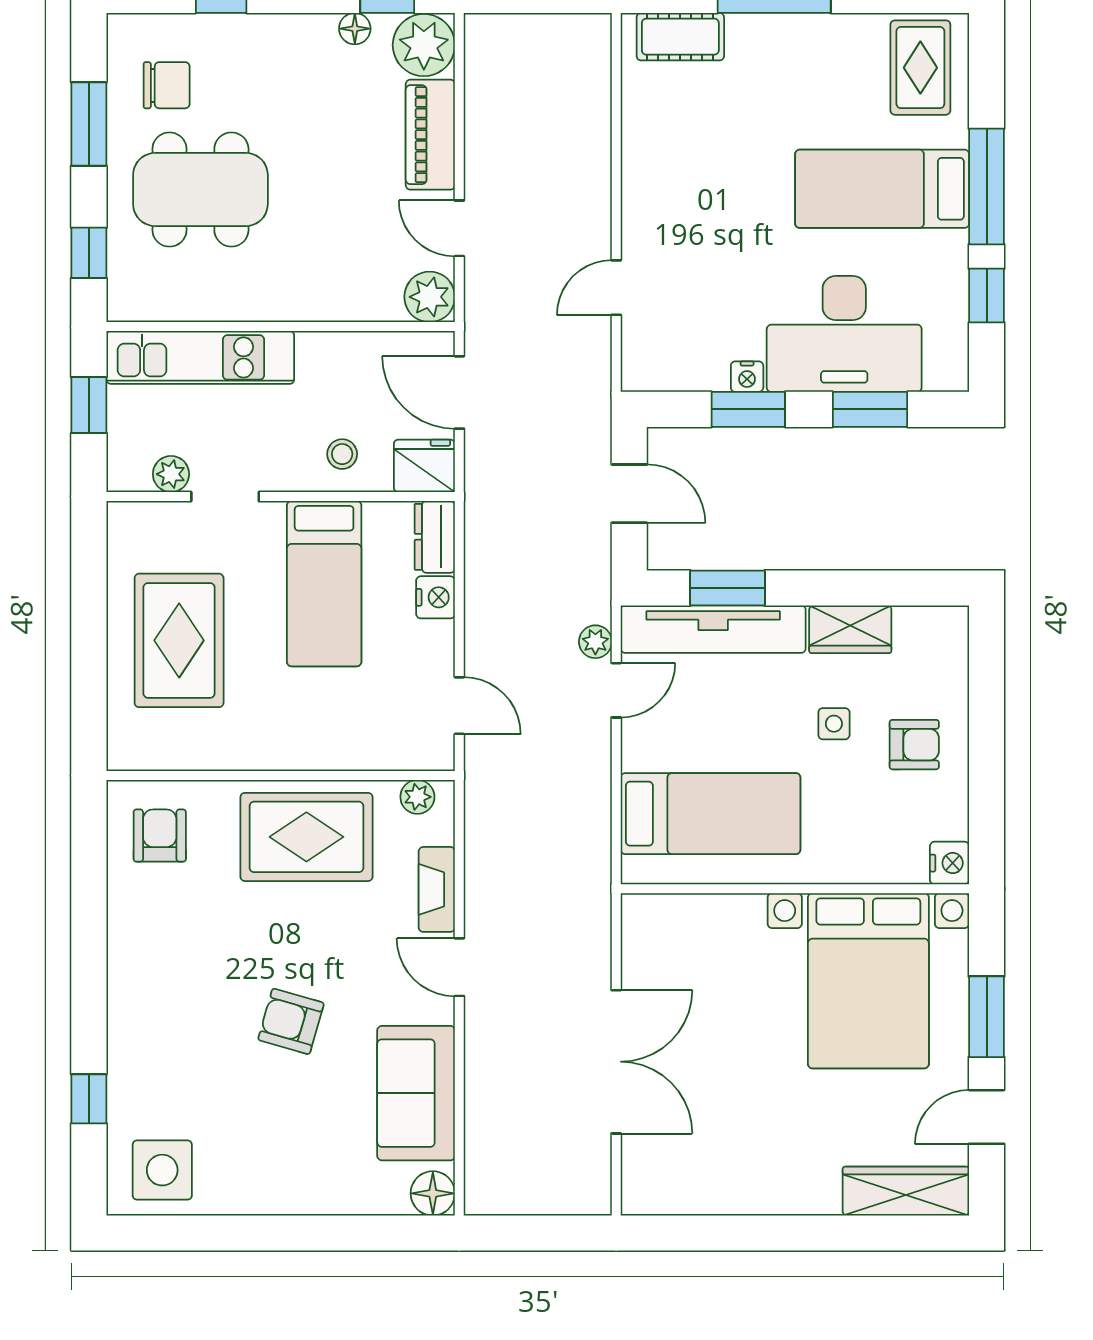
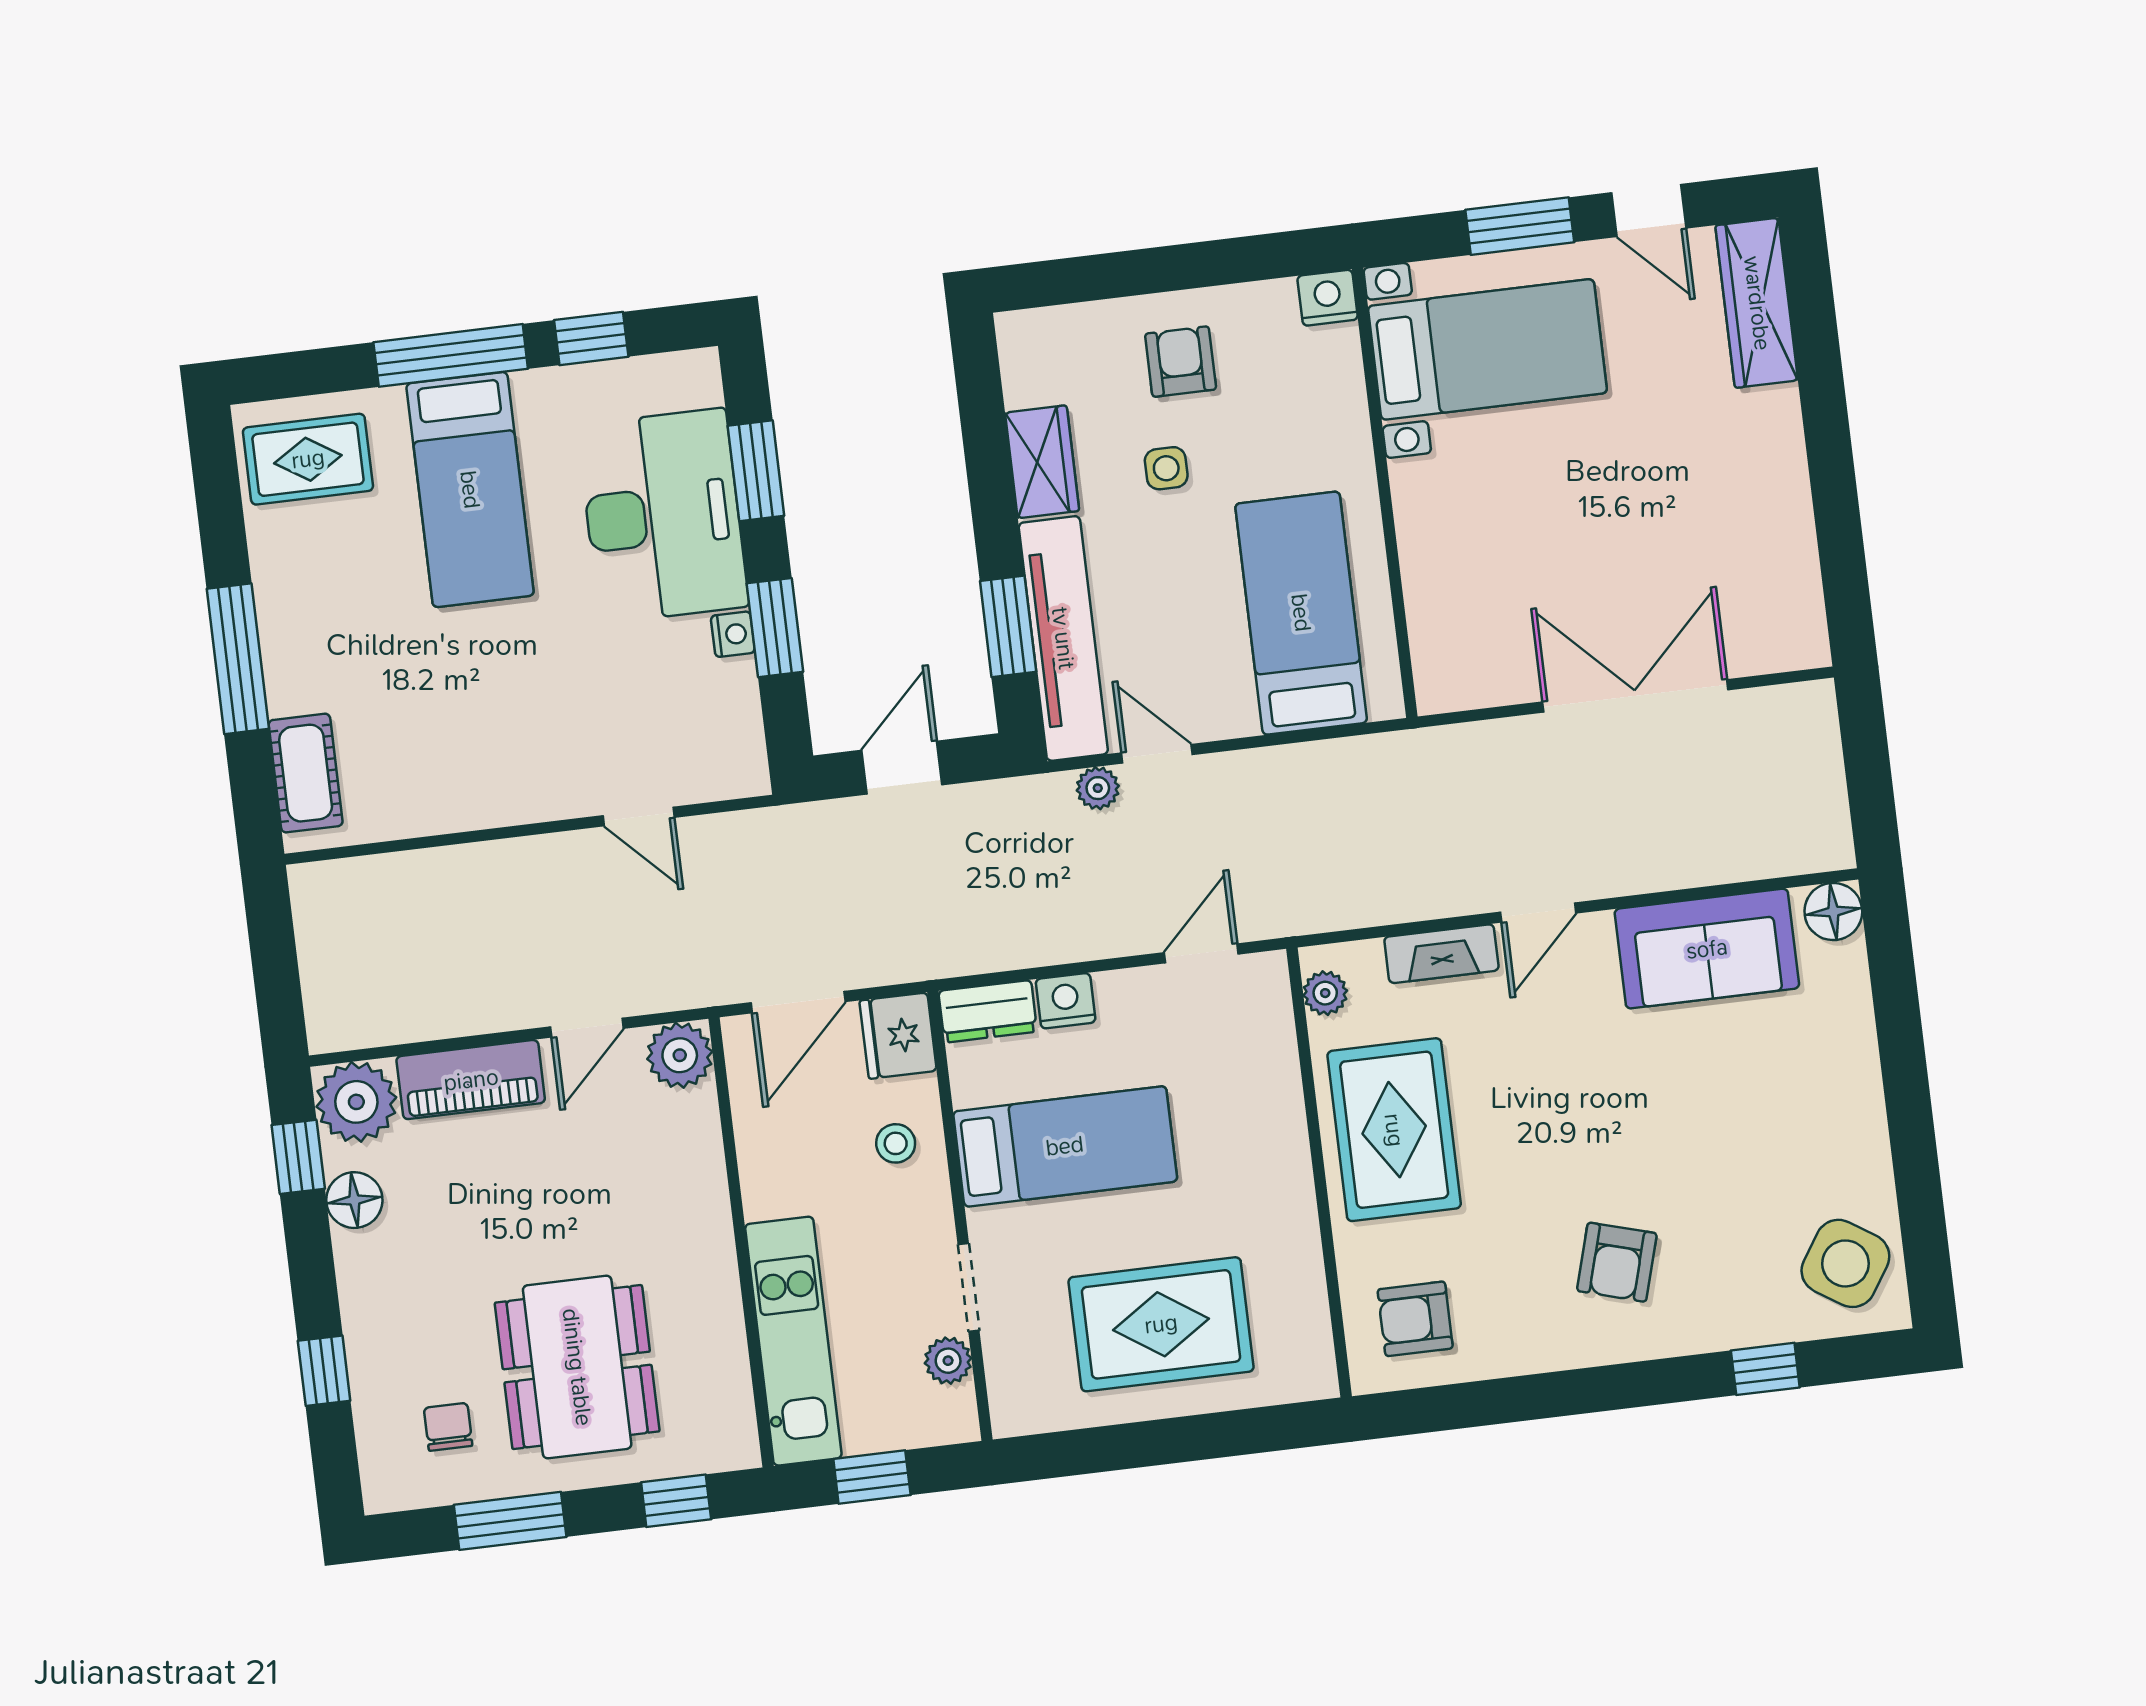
floor lamp: (355, 29) -> (354, 1200), width x1.37, depth x1.37
chair: (167, 85) -> (448, 1427), width x0.73, depth x0.73
bed with nightstands: (868, 981) -> (1488, 349), width x0.73
armchair: (291, 1021) -> (1617, 1262), moved
side table: (162, 1170) -> (1845, 1263), turned 33

